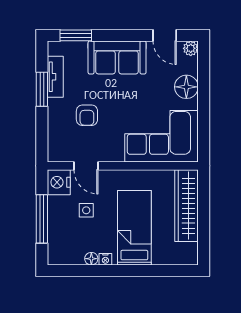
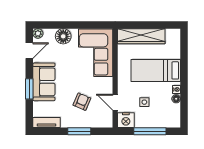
window: (76, 35) -> (29, 89), moved
tv unit: (55, 77) -> (47, 122), moved
window: (42, 89) -> (79, 131), moved
armchair: (87, 115) -> (82, 102), turned -67
door: (86, 166) -> (115, 102), swing flipped

